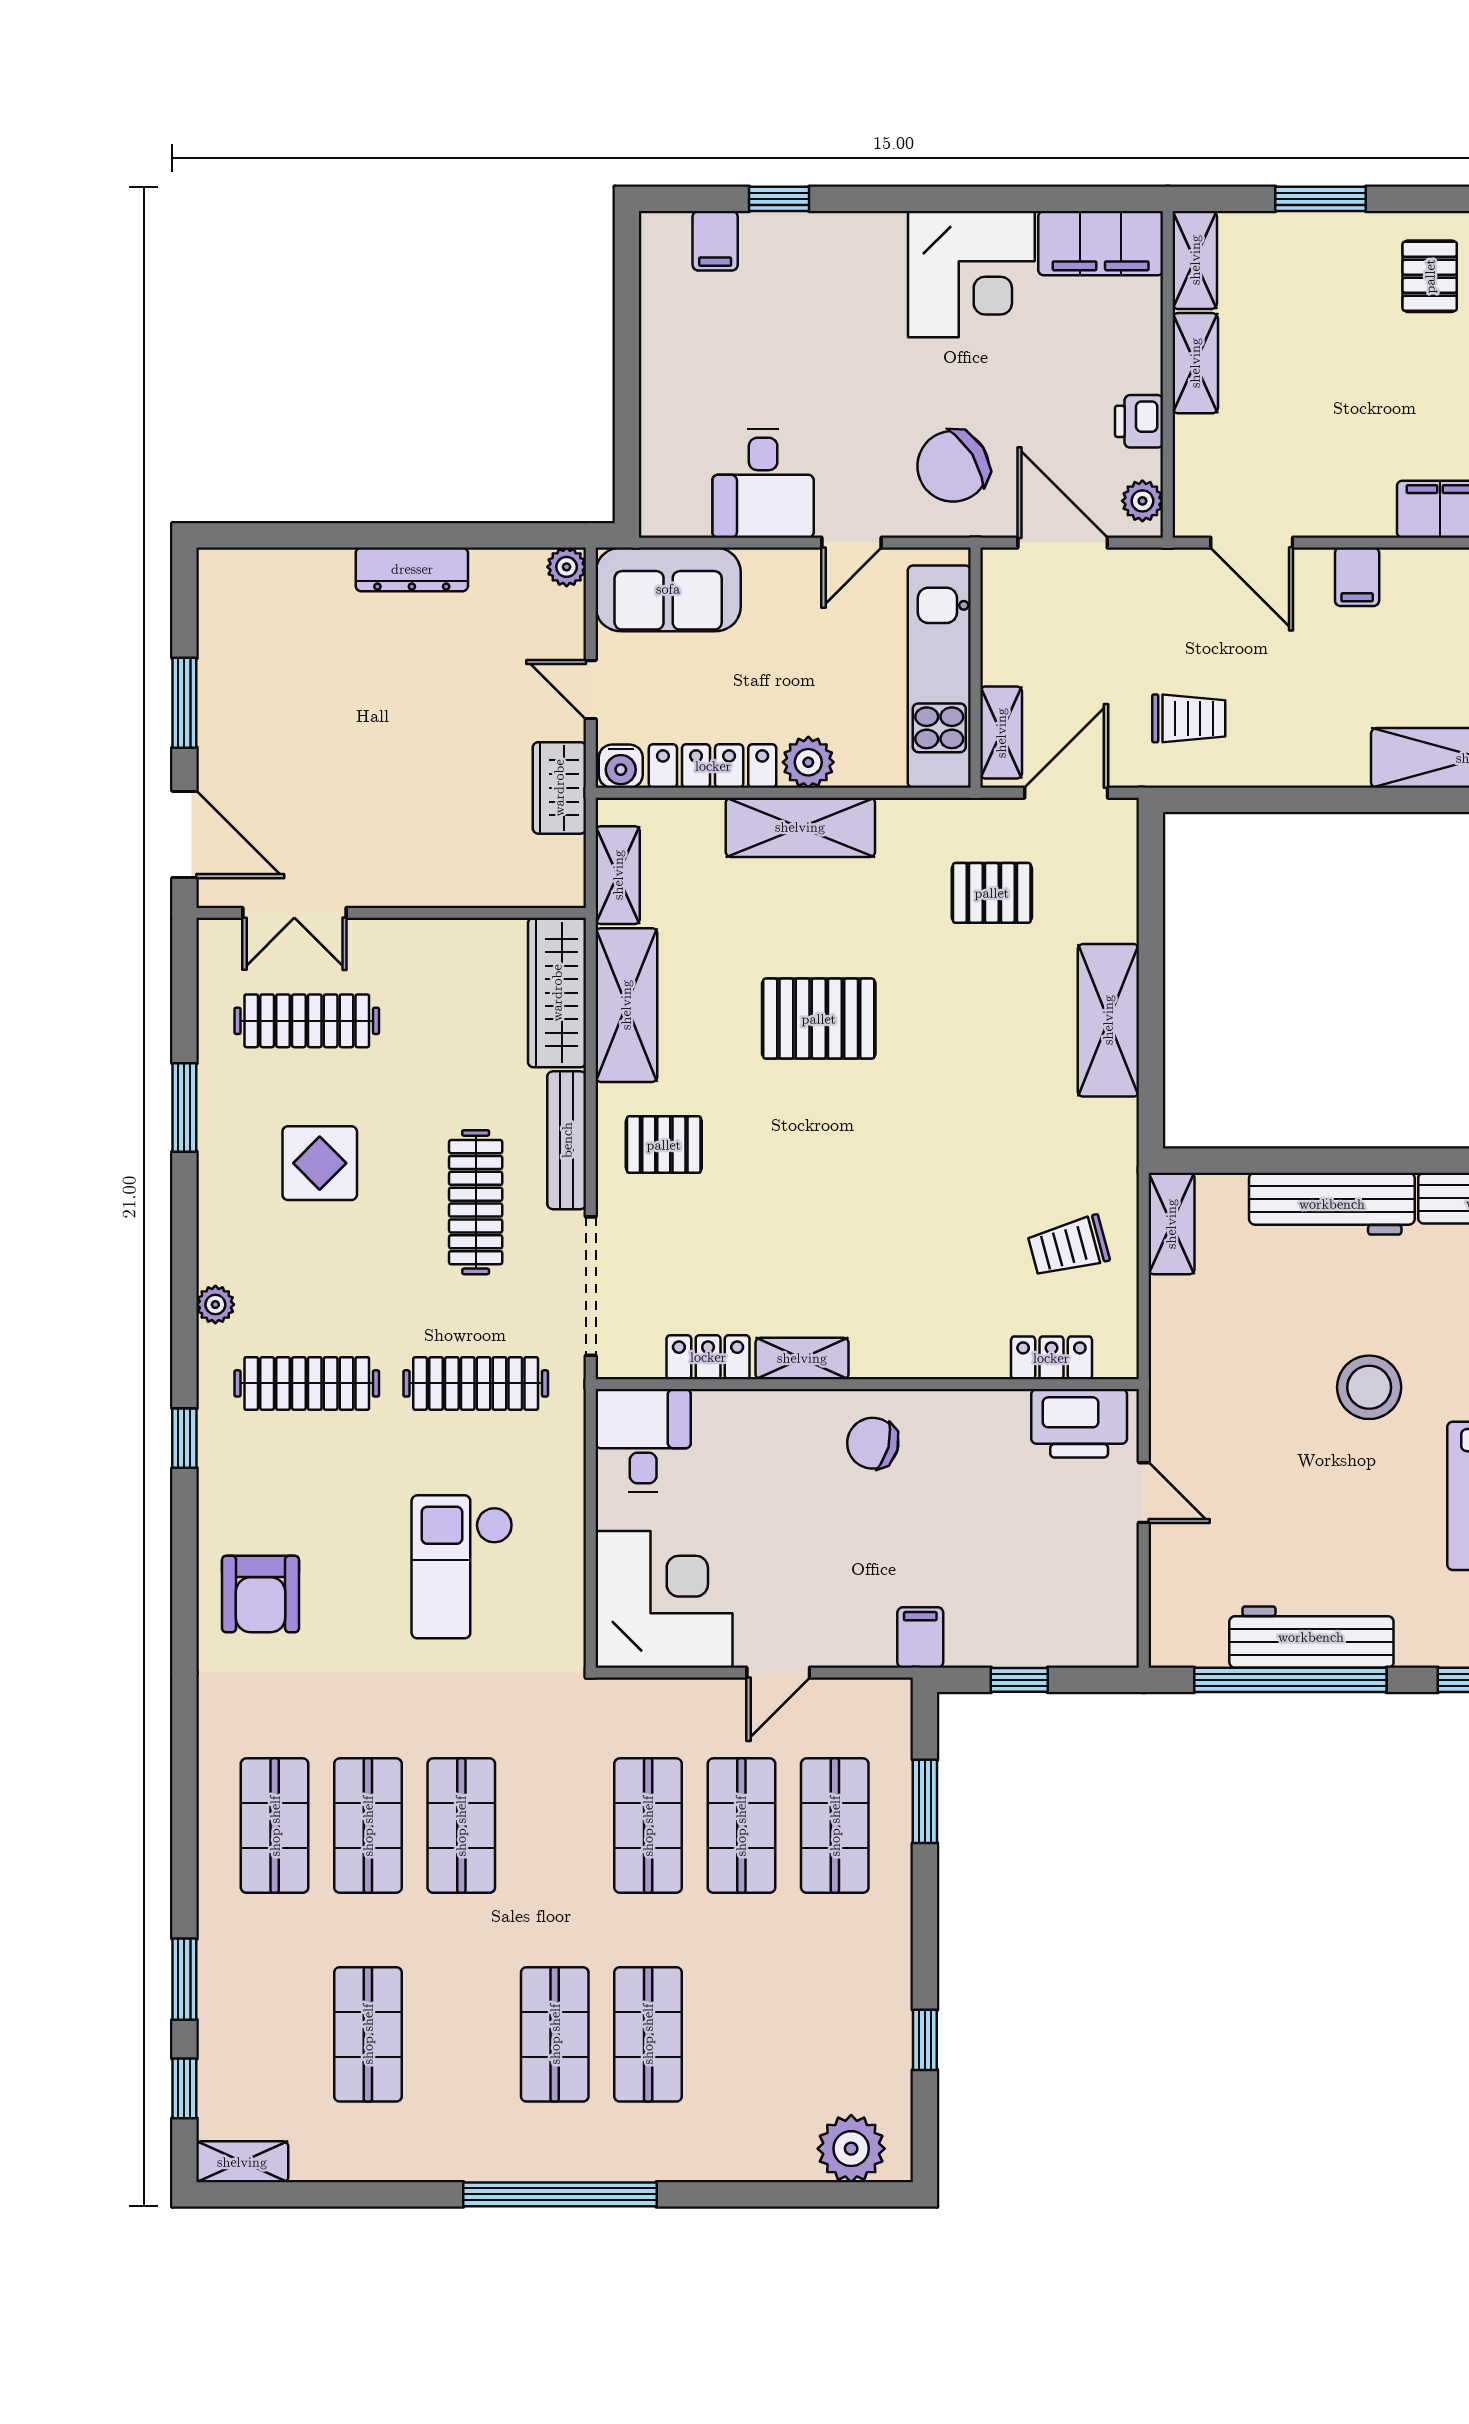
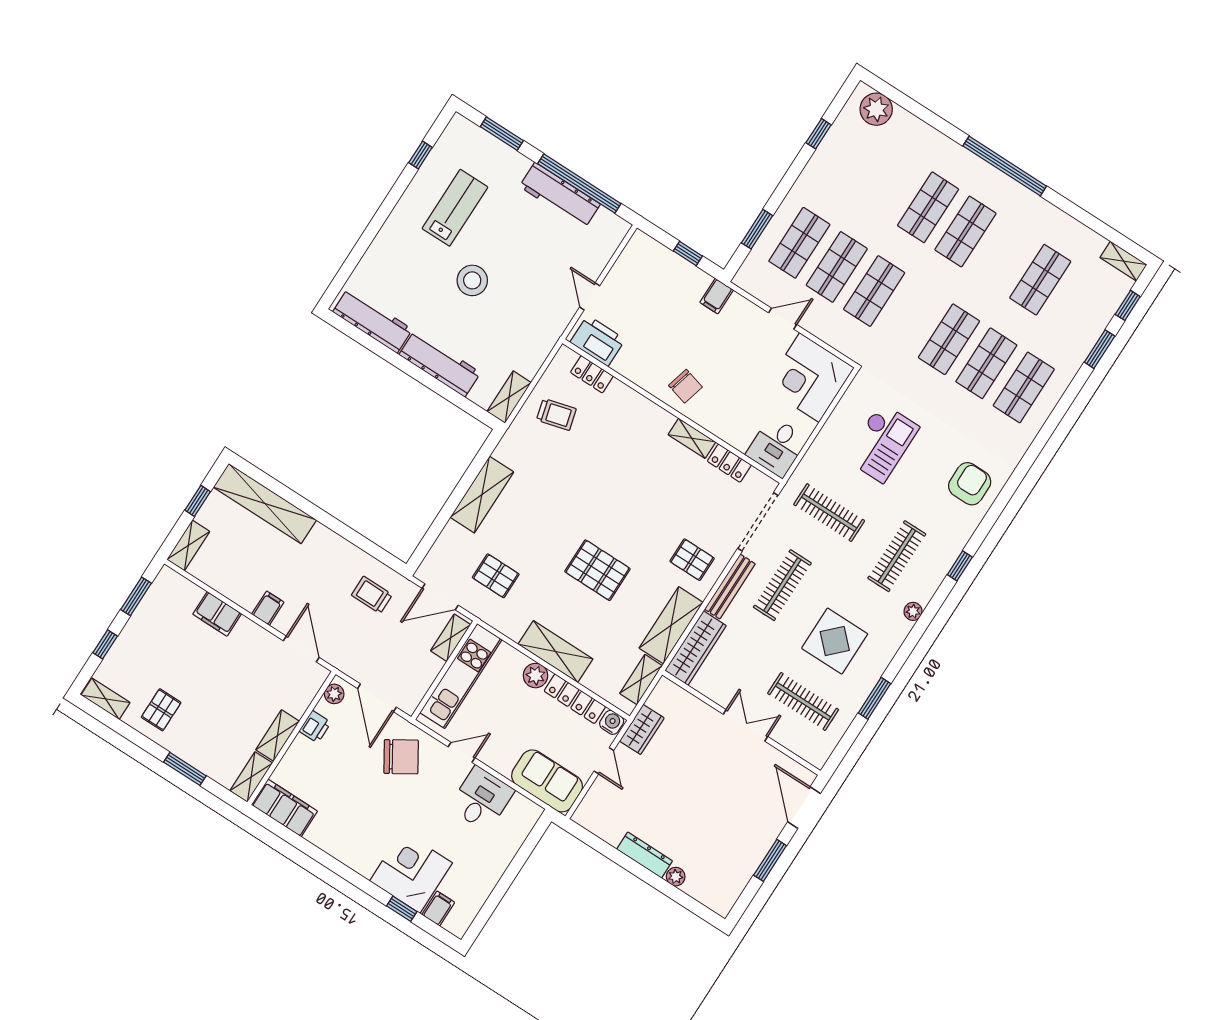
corner desk: (971, 274) -> (411, 872), moved
plant: (567, 567) -> (676, 877), moved
double door: (294, 913) -> (745, 725), moved
display table: (320, 1163) -> (835, 641), width x1.36, depth x1.36
clothes rail: (307, 1383) -> (897, 556), turned 90

